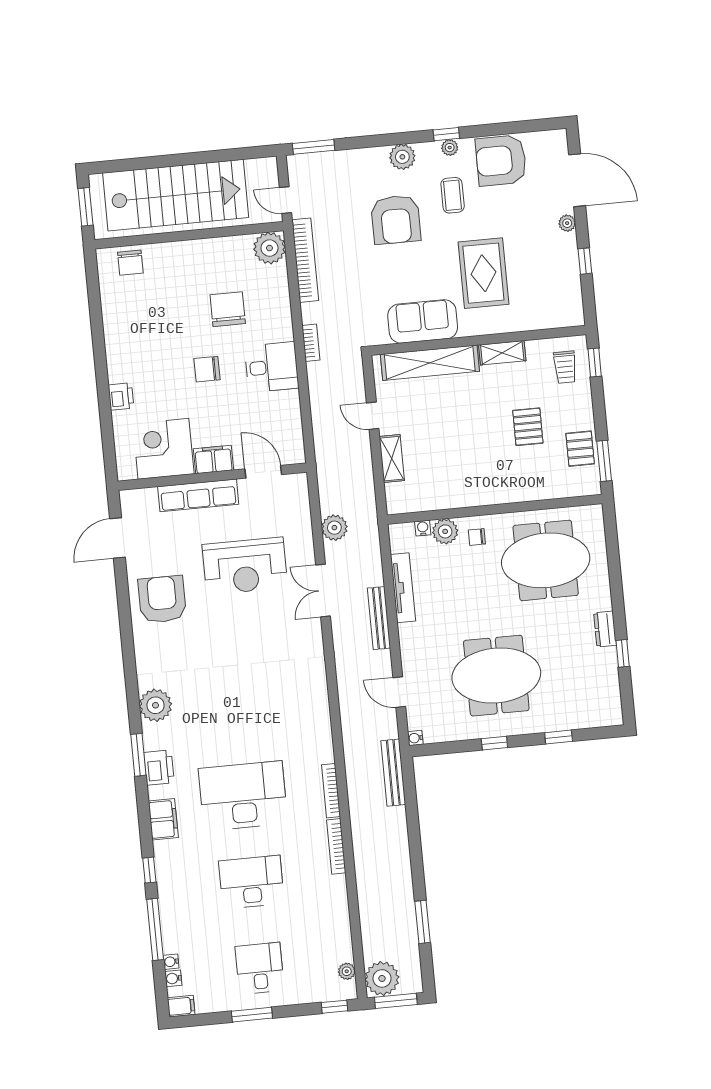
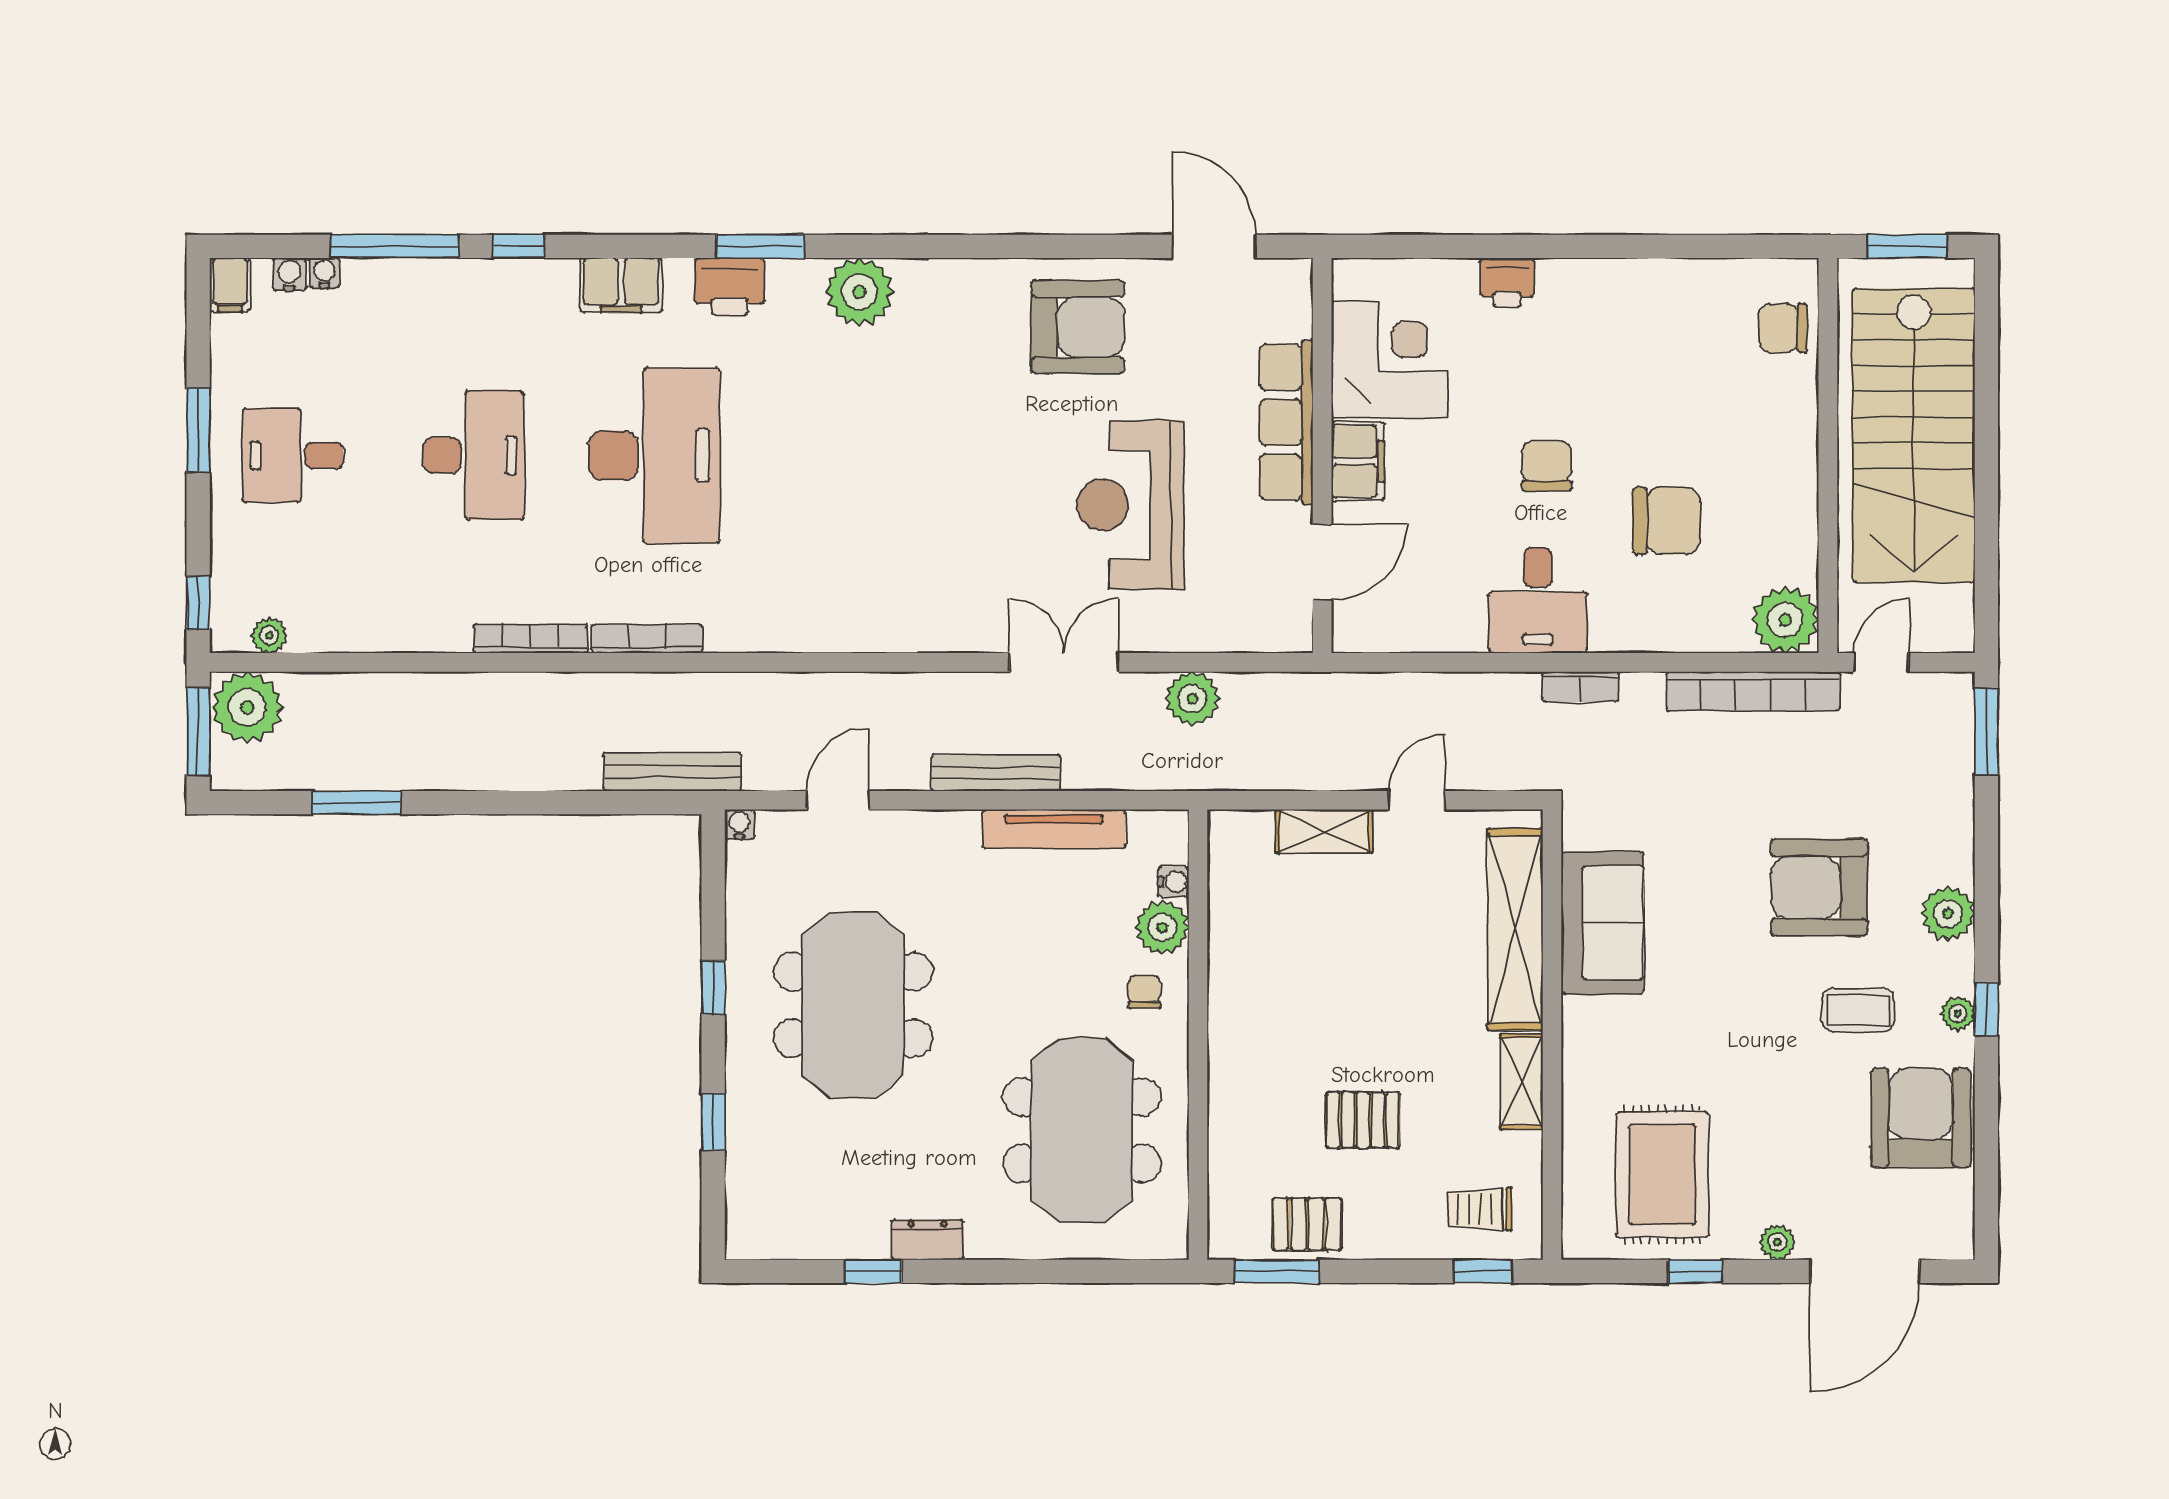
rug: (483, 273) -> (1662, 1175), moved, turned 90
desk: (260, 968) -> (293, 455), turned 180

